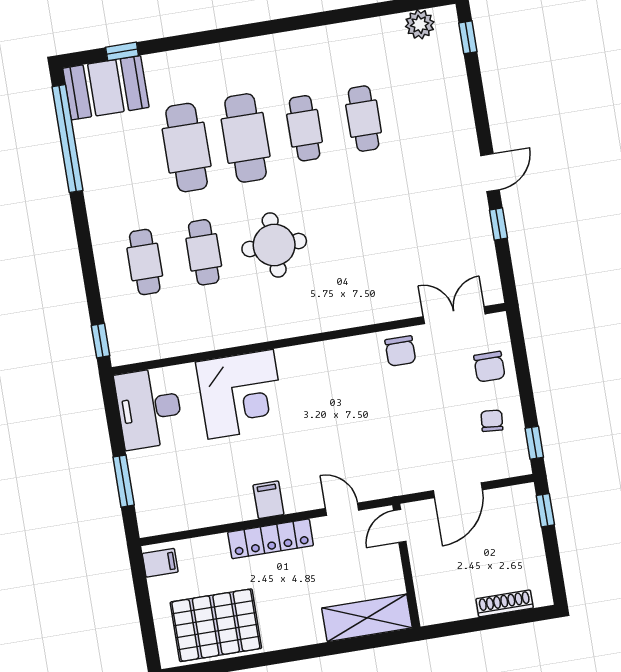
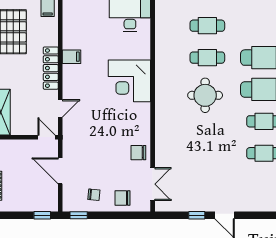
corner desk: (241, 394) -> (129, 81), moved
filing cabinet: (268, 500) -> (72, 57), moved

